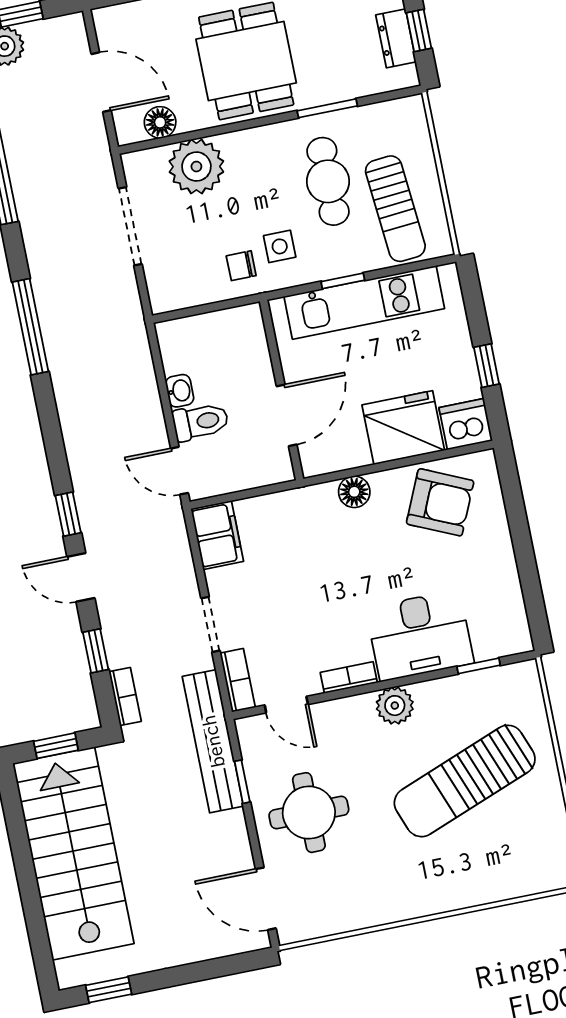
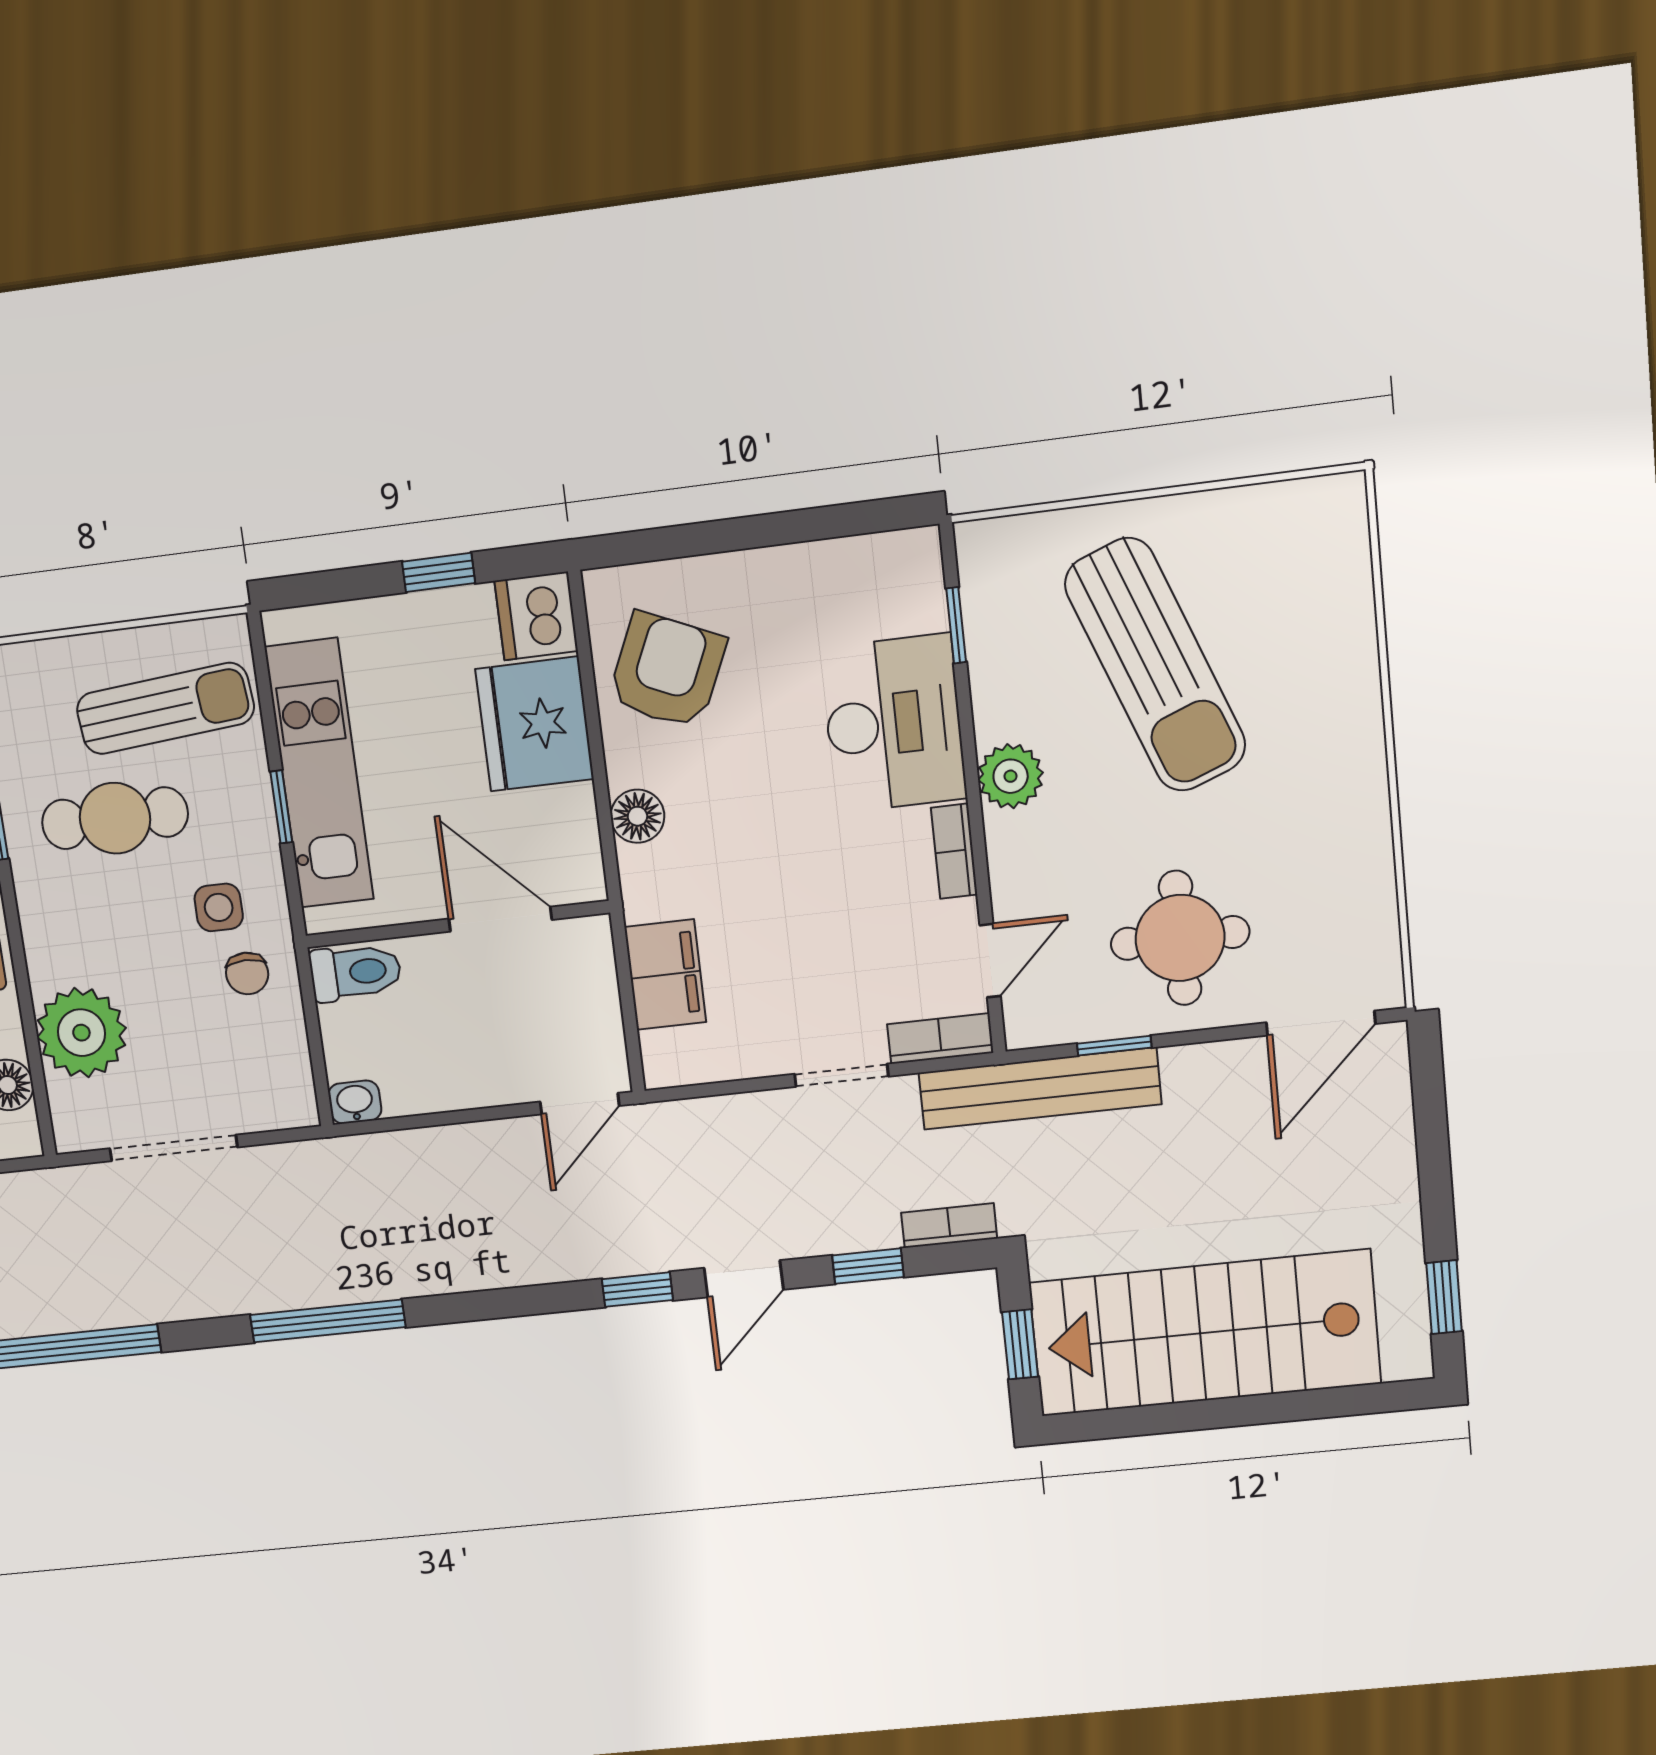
washbasin: (180, 391) -> (355, 1102), moved
toilet: (201, 422) -> (356, 972), moved, turned 90
filing cabinet: (217, 535) -> (665, 975), moved, turned 90

